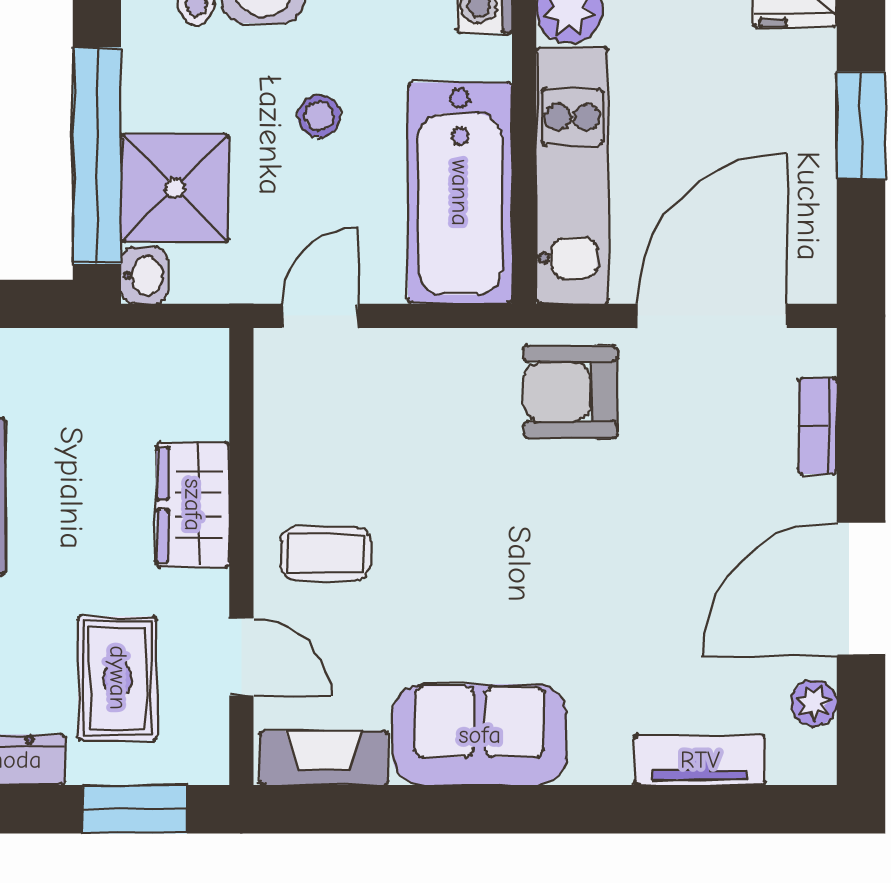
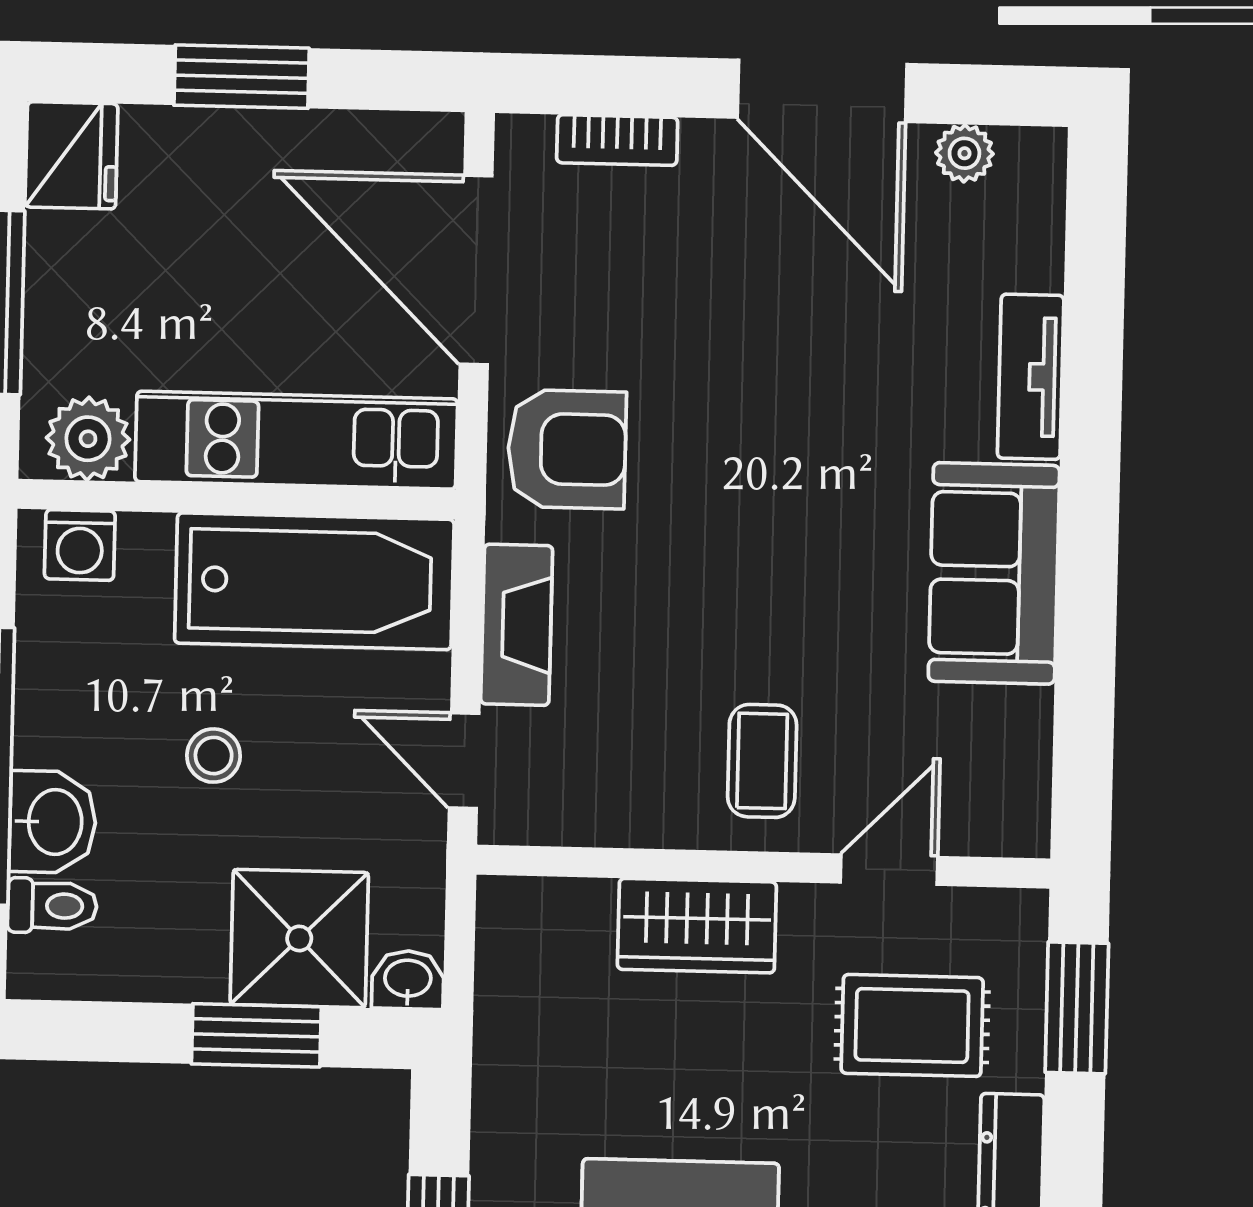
window: (97, 156) -> (256, 1035), width x0.47
armchair: (570, 392) -> (567, 449), turned -90
fireplace: (324, 758) -> (517, 625), moved, turned 180
tv unit: (700, 760) -> (1031, 377), moved

